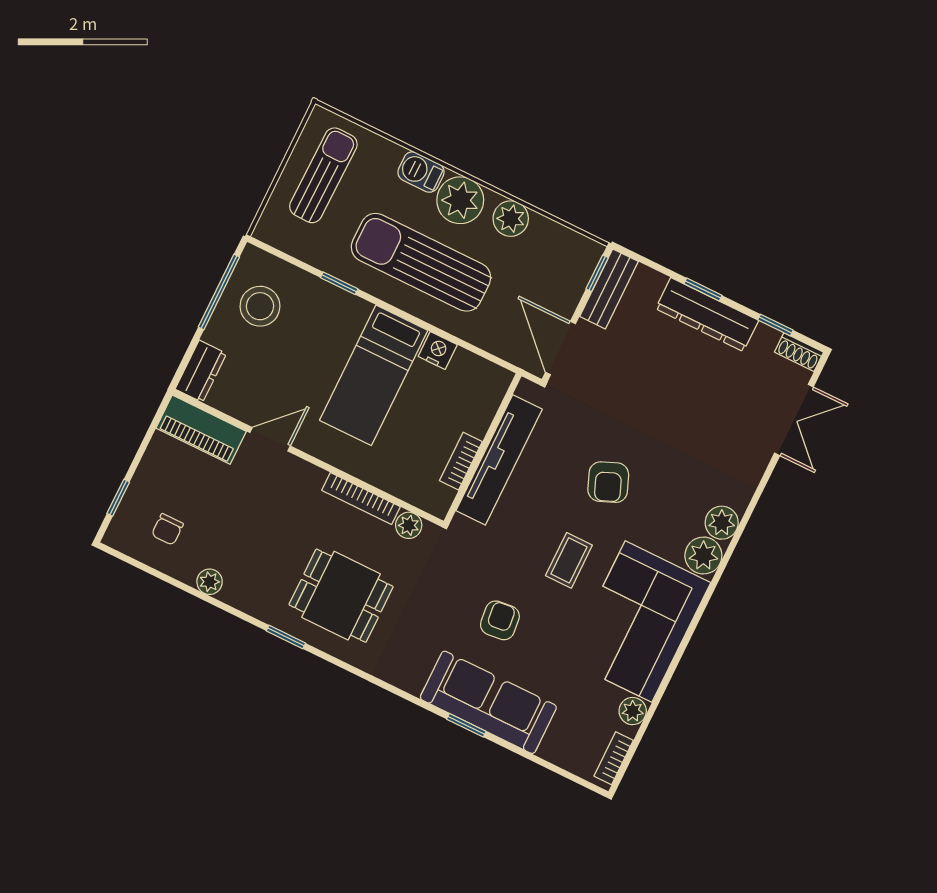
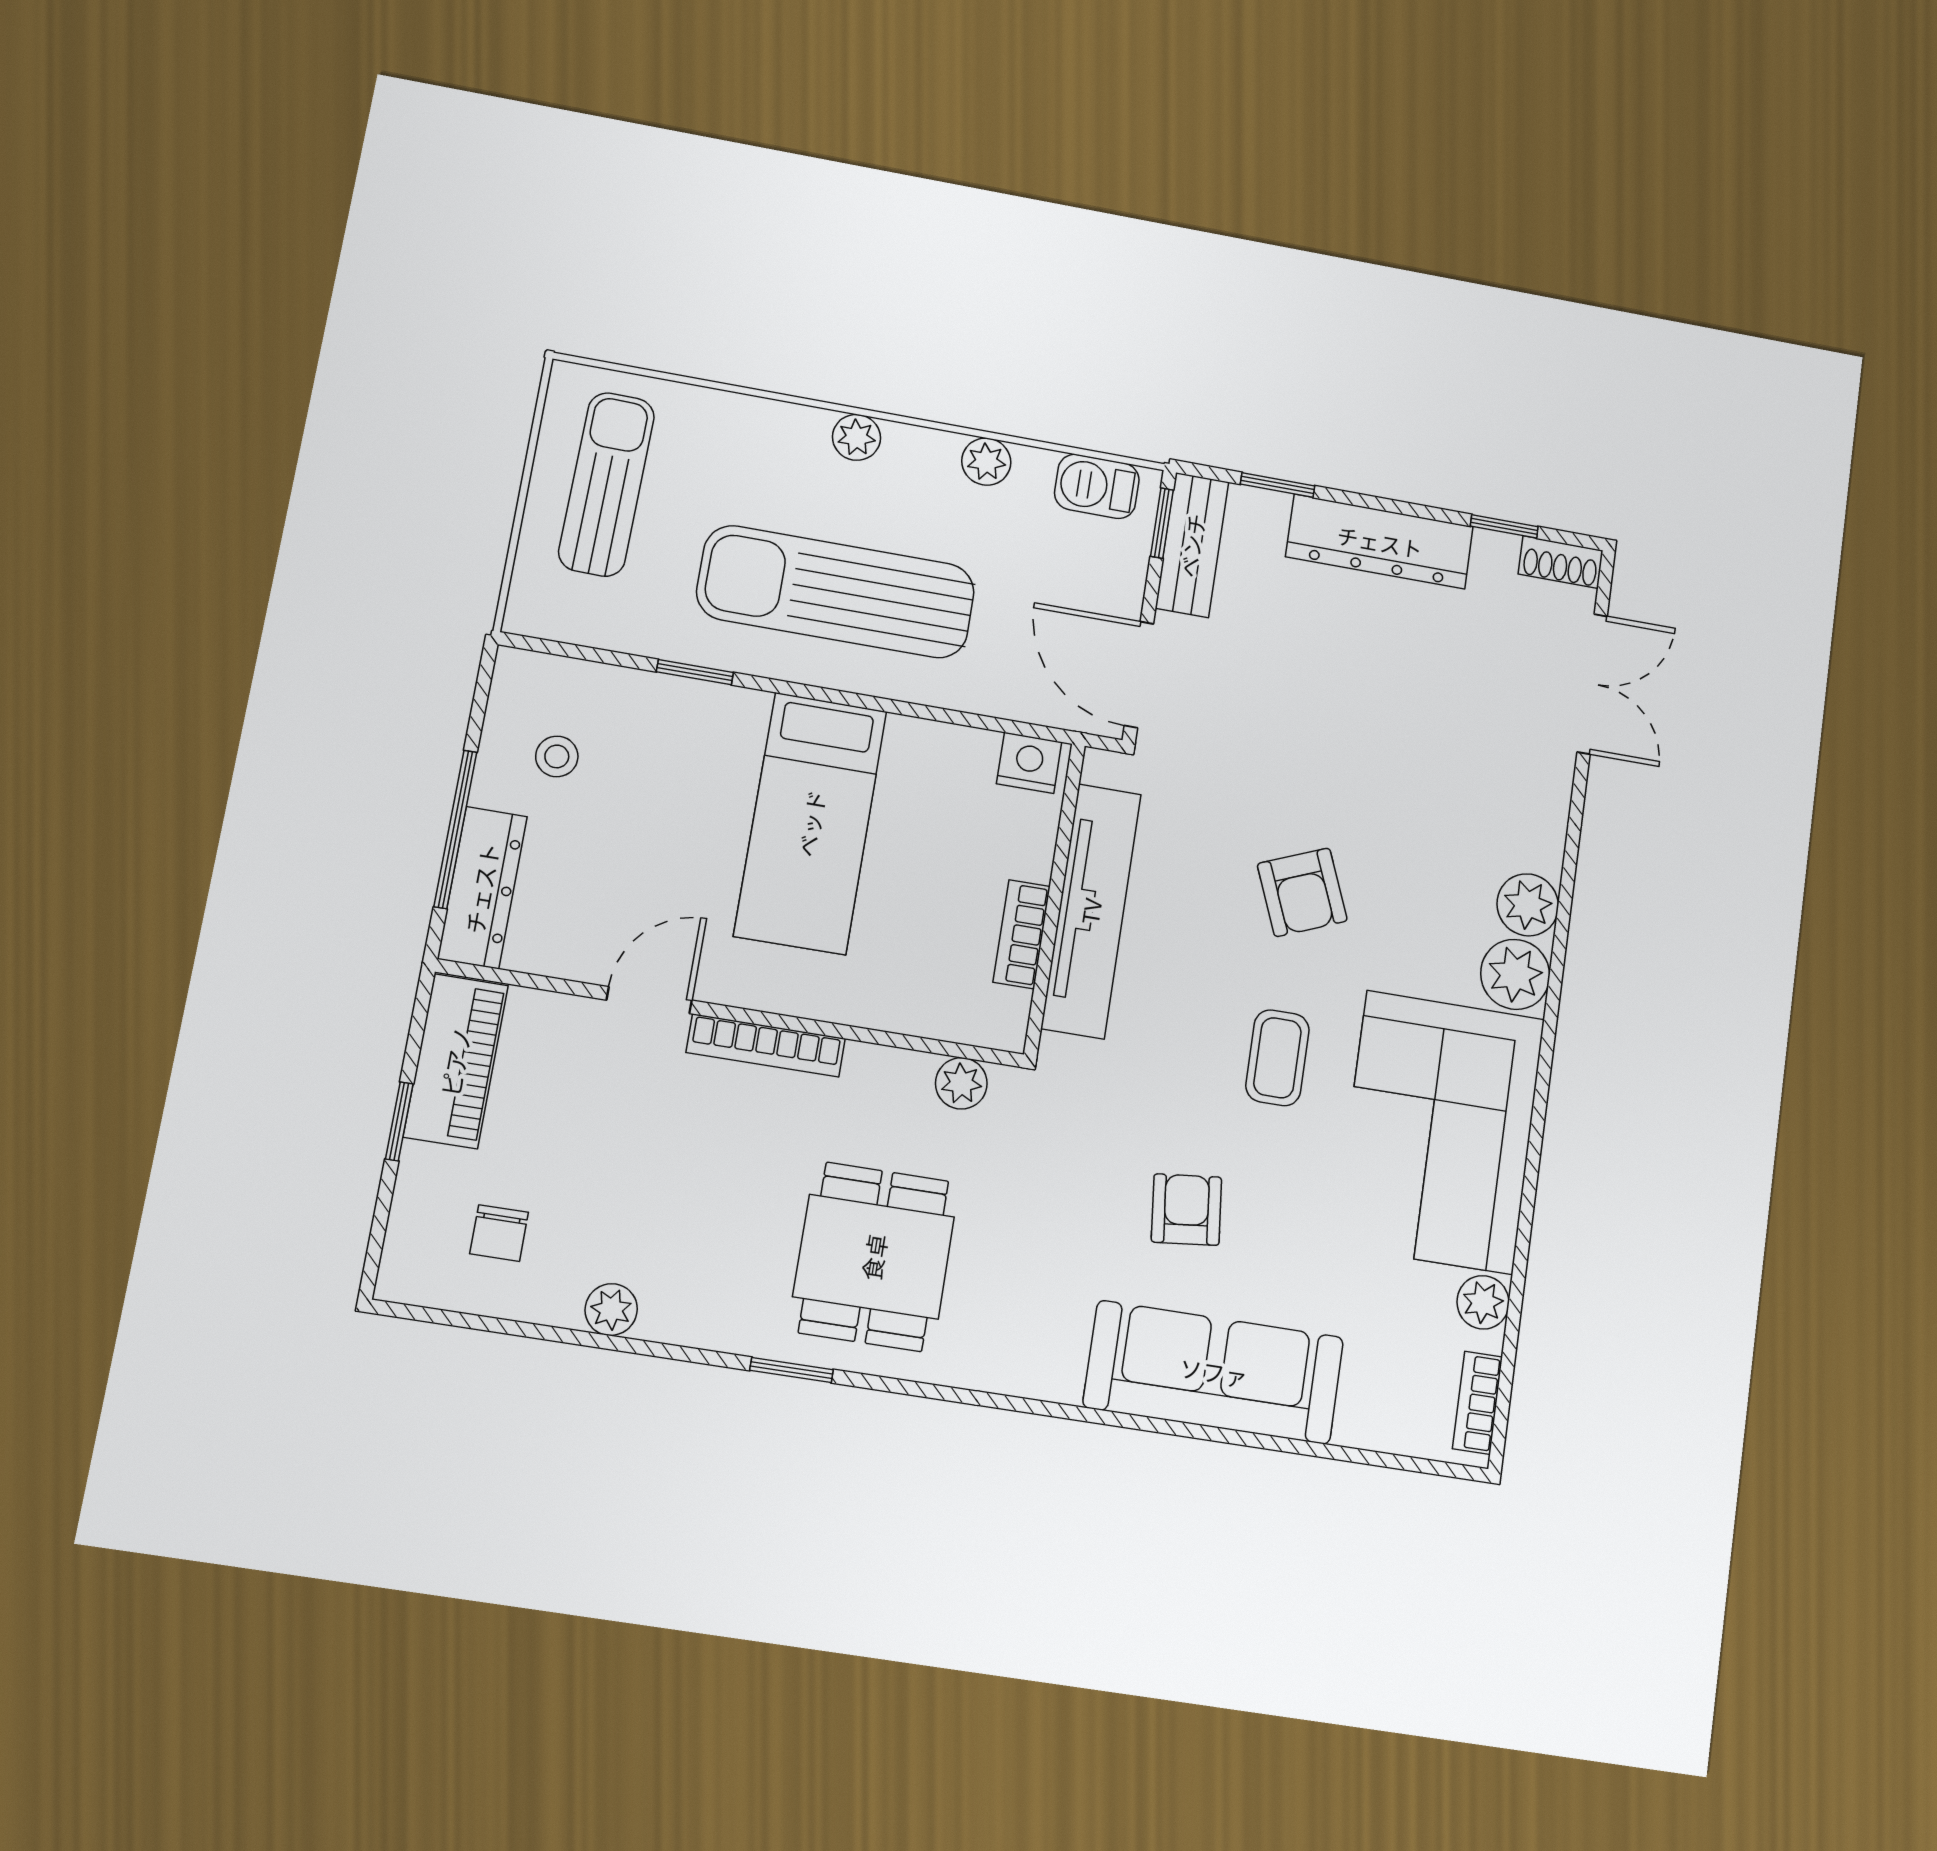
barbecue: (421, 172) -> (1097, 486), moved
plant: (460, 200) -> (856, 437), width x0.53, depth x0.53
plant: (511, 219) -> (986, 462), width x0.73, depth x0.73
window: (703, 290) -> (1278, 485), moved
window: (219, 292) -> (455, 829), moved
stool: (260, 306) -> (557, 756), width x0.53, depth x0.53
nightstand: (438, 350) -> (1029, 763), moved
dresser: (201, 371) -> (482, 888), width x1.44
piano: (201, 430) -> (456, 1061), moved, turned -90
window: (118, 498) -> (399, 1121), moved
bookcase: (361, 499) -> (766, 1045), moved
dining table: (341, 596) -> (874, 1257), turned 90
window: (466, 725) -> (1186, 1430), removed

